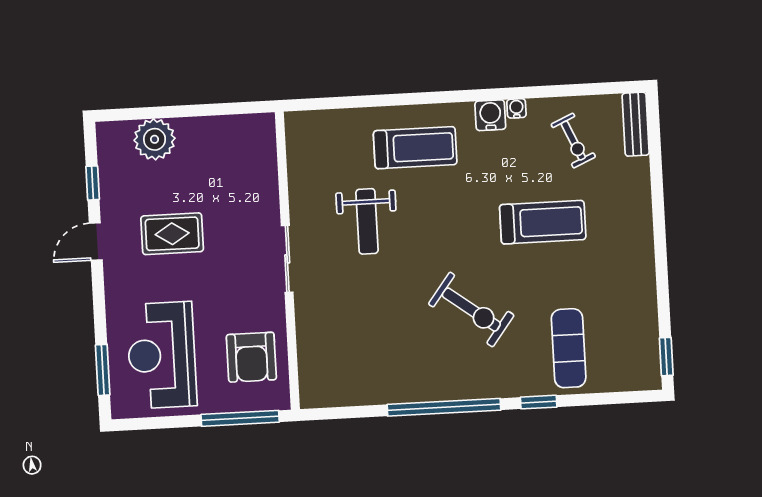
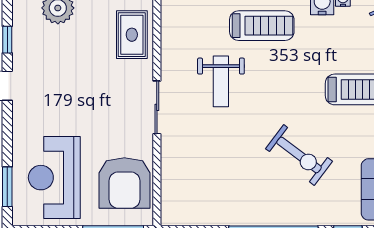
rug: (172, 234) -> (132, 35), moved, turned 90
armchair: (251, 357) -> (124, 183), width x1.36, depth x1.36

